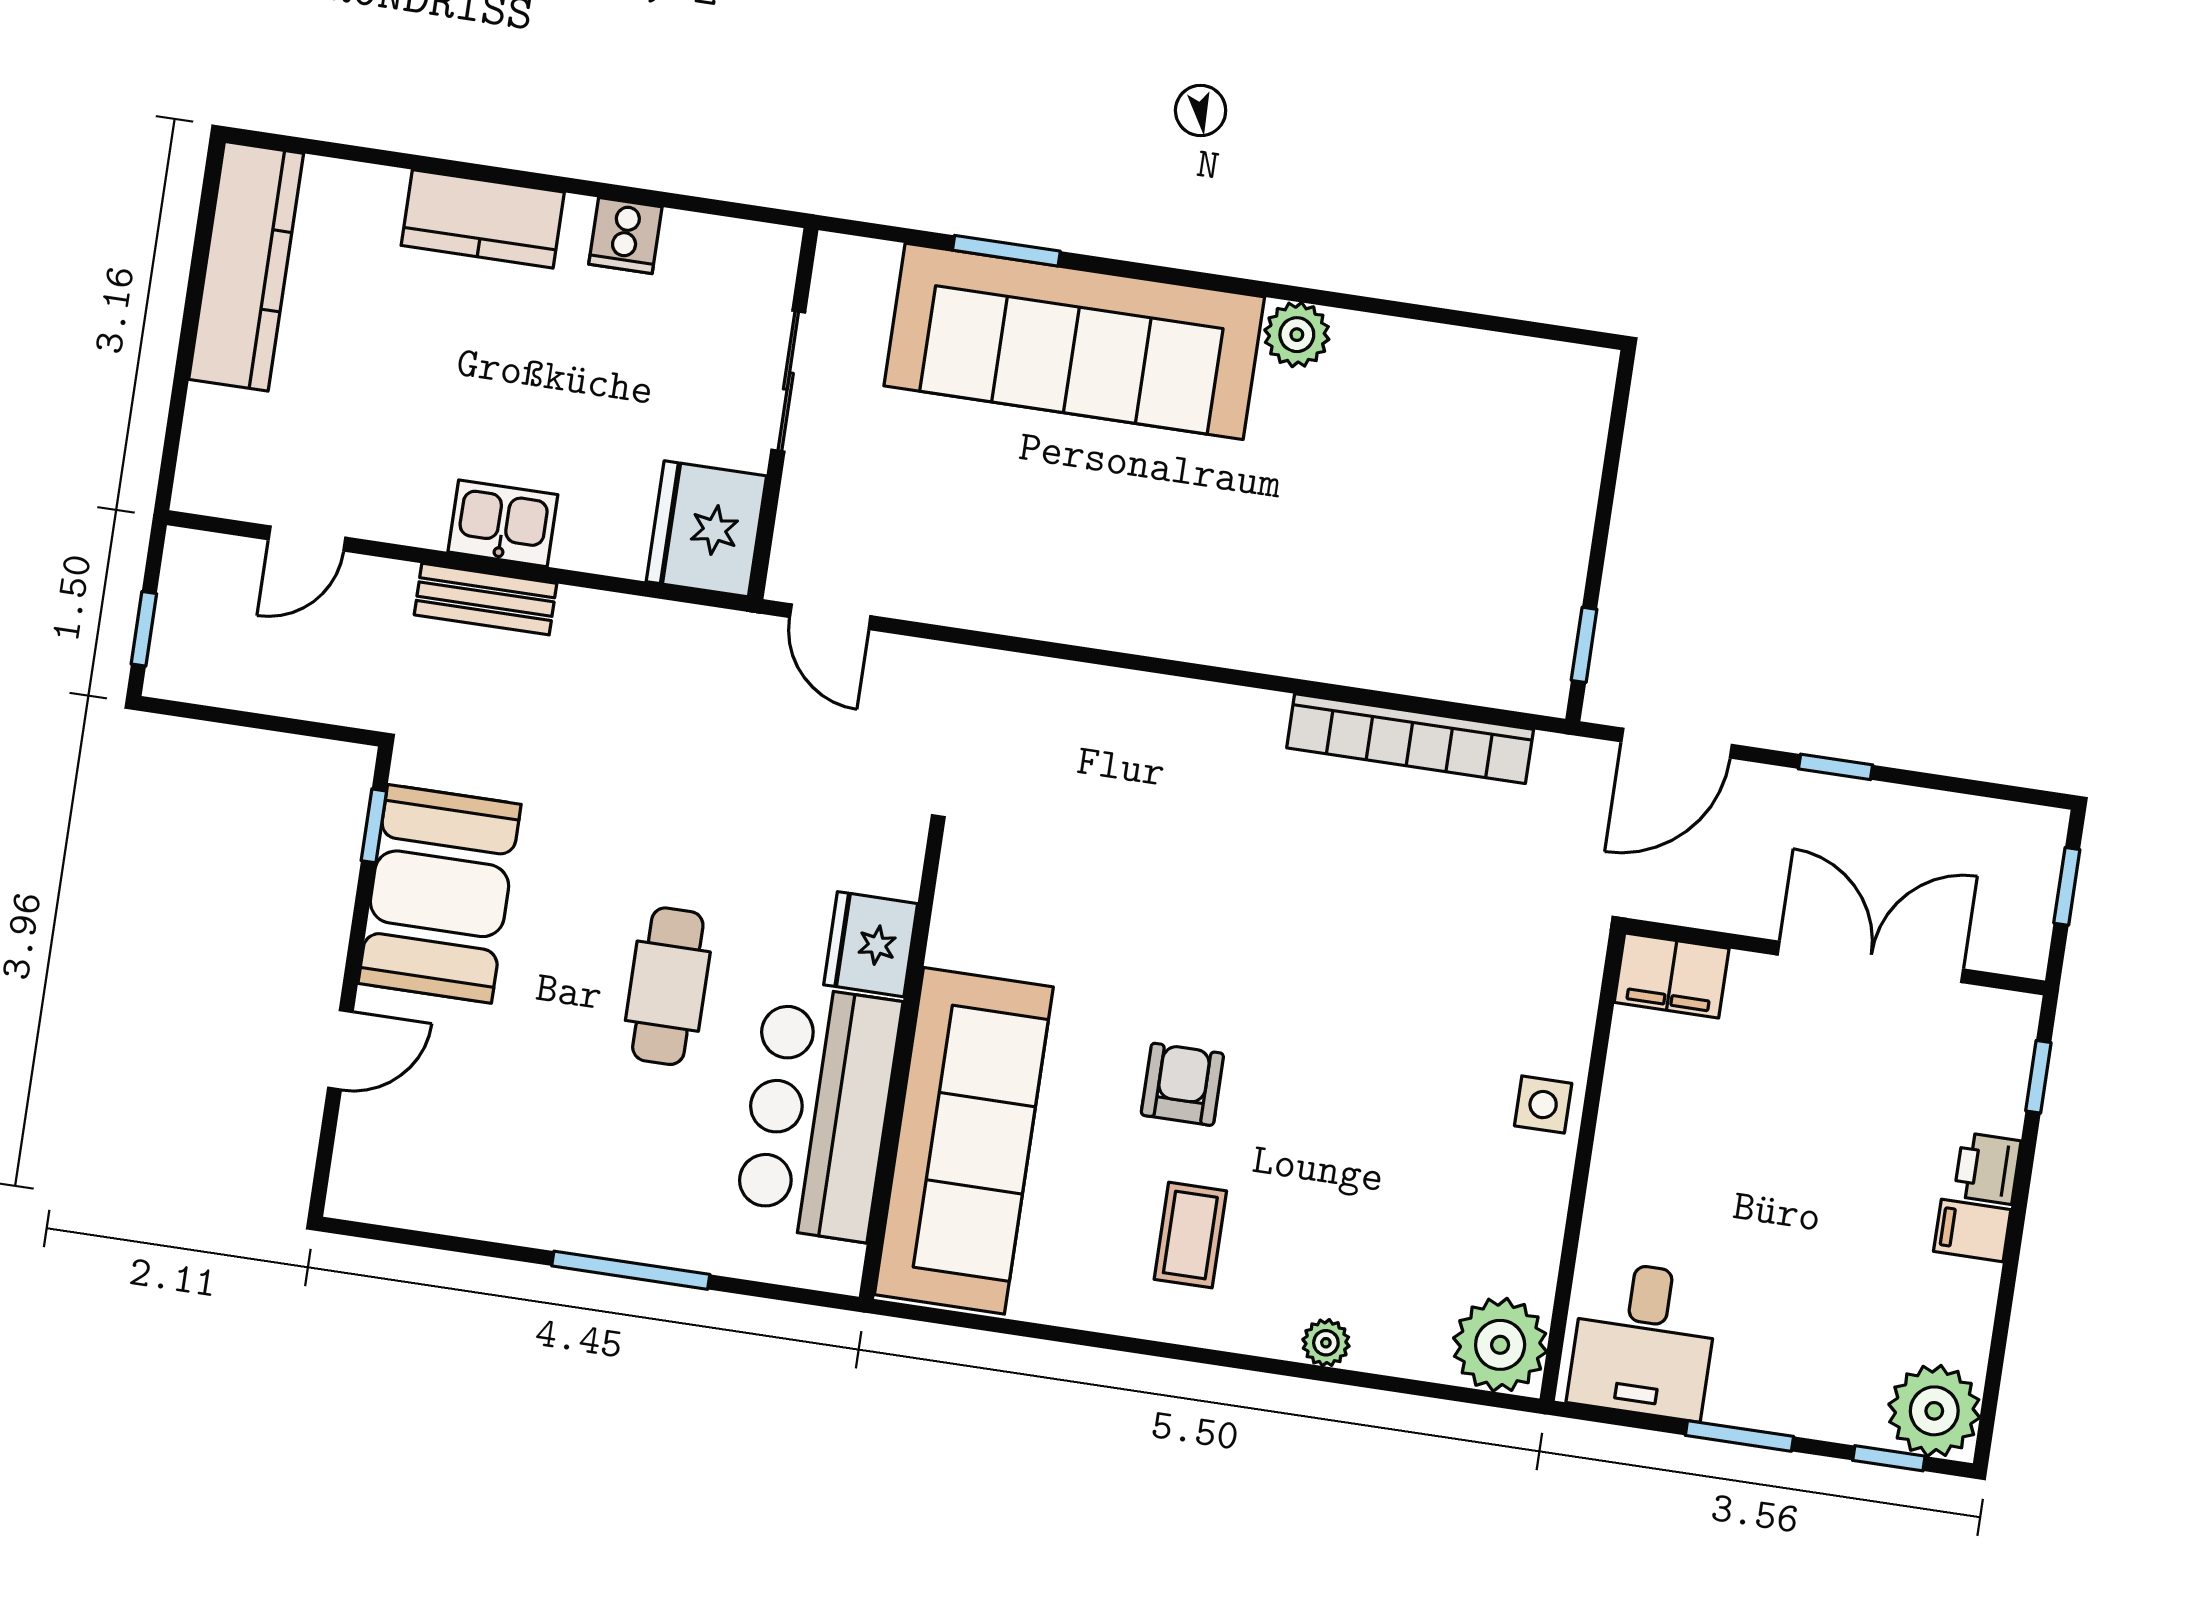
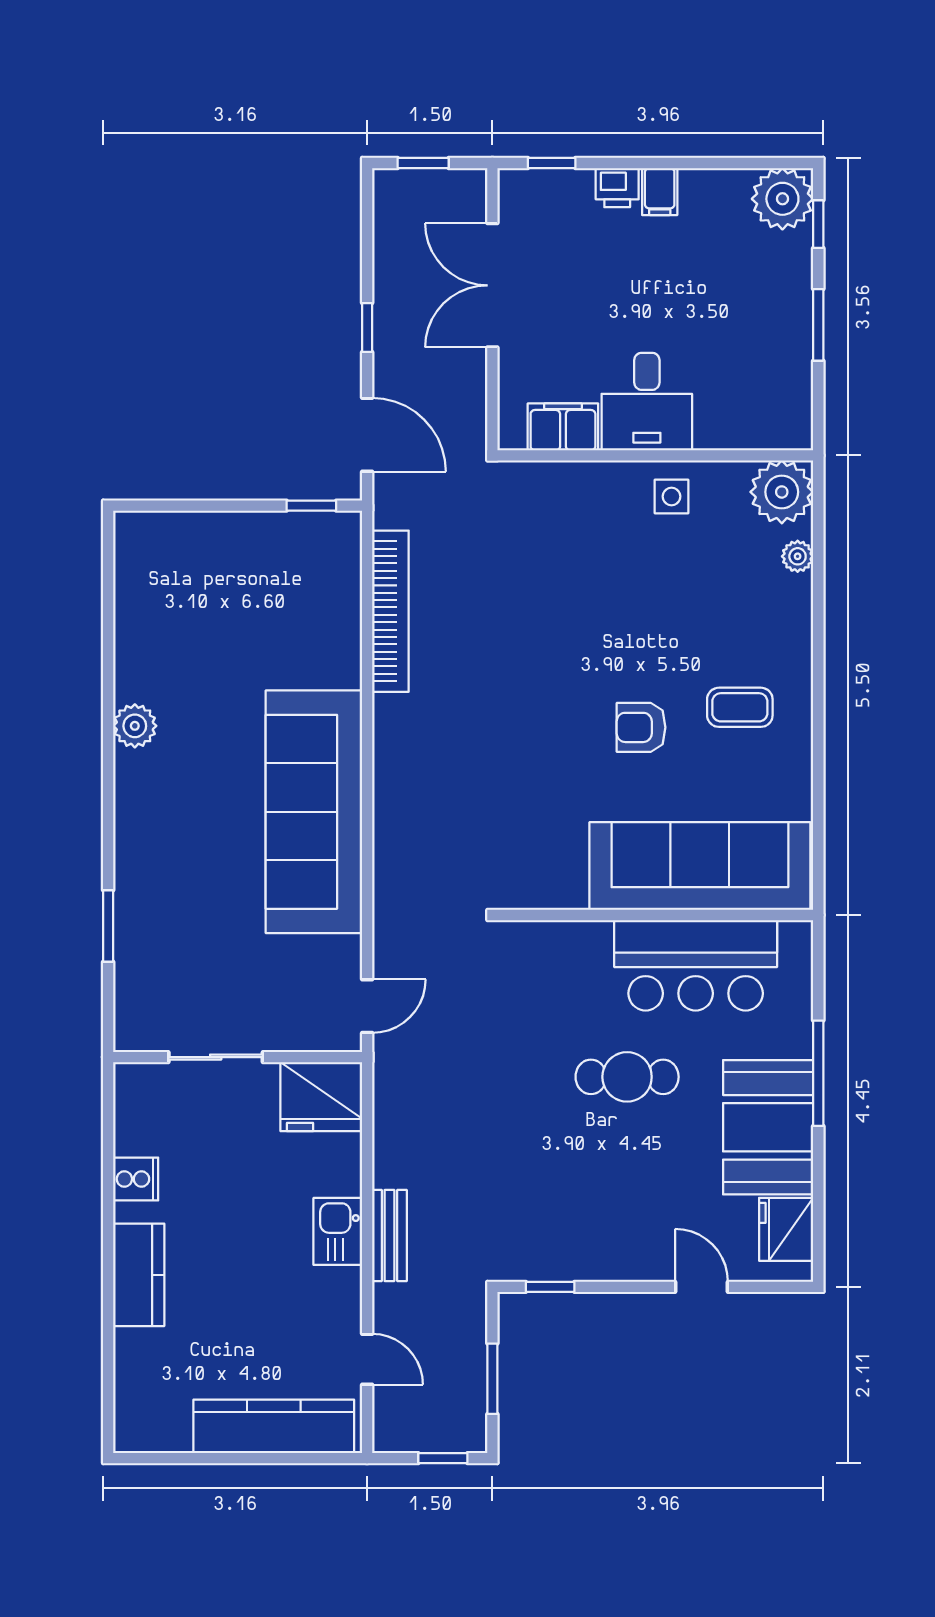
kitchen counter: (246, 266) -> (274, 1426), moved
sofa: (1074, 341) -> (314, 812), moved, turned 180
window: (250, 720) -> (492, 1379), added
booth: (440, 894) -> (768, 1127), moved, turned 90
fridge: (871, 944) -> (786, 1229), moved, turned 90
filing cabinet: (1672, 975) -> (563, 427), moved, turned -90
side table: (1543, 1105) -> (671, 496), moved
desk: (1644, 1340) -> (647, 402), moved, turned 90
plant: (1326, 1343) -> (798, 556), moved

